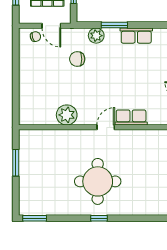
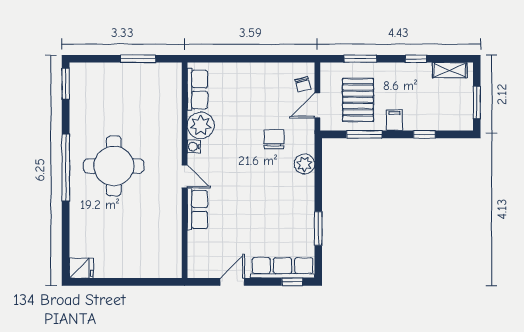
window: (114, 25) -> (318, 228), moved
row of seats: (136, 36) -> (197, 89), moved, turned 180
water cooler: (83, 120) -> (194, 147), added
window: (99, 218) -> (66, 168), width x3.17

